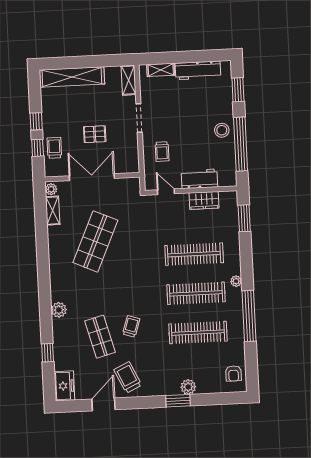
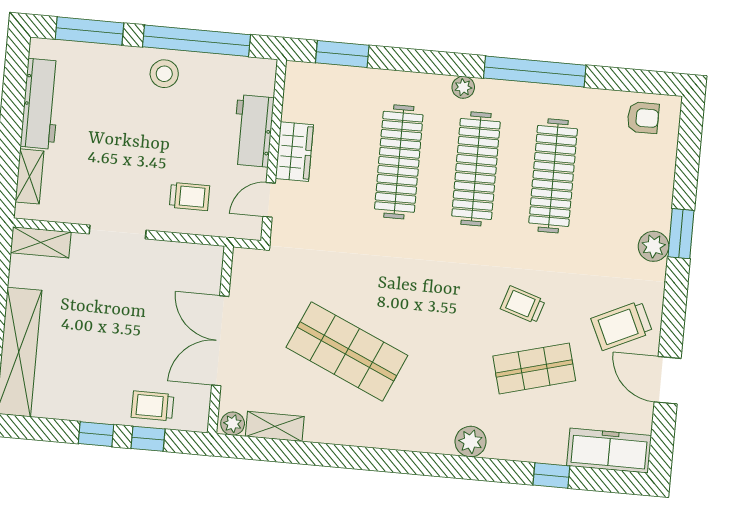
window: (238, 90) -> (90, 31), width x1.44
pallet: (95, 134) -> (137, 323), removed
wardrobe: (204, 200) -> (294, 152), moved
freezer: (64, 386) -> (609, 451), width x1.40
plant: (188, 387) -> (653, 246), moved

